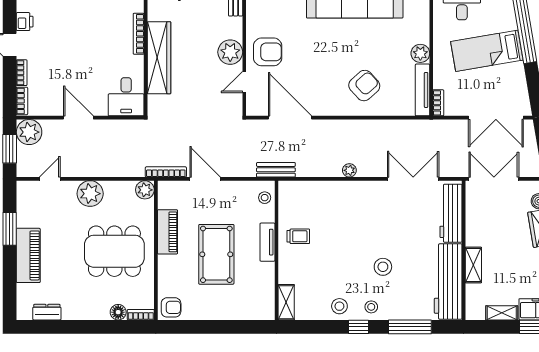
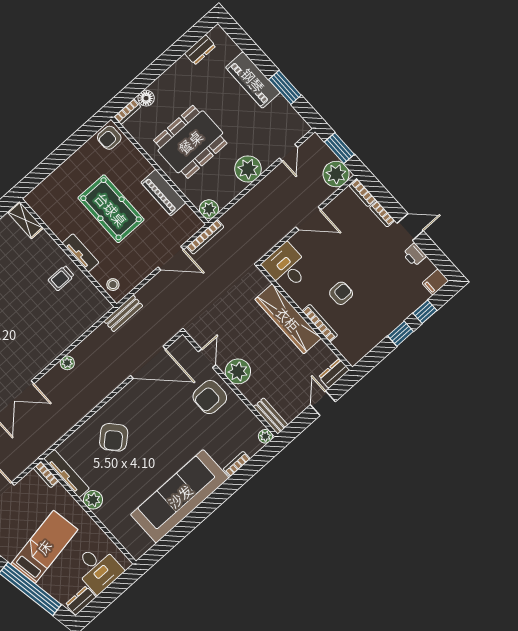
armchair: (104, 42) -> (341, 293), added

